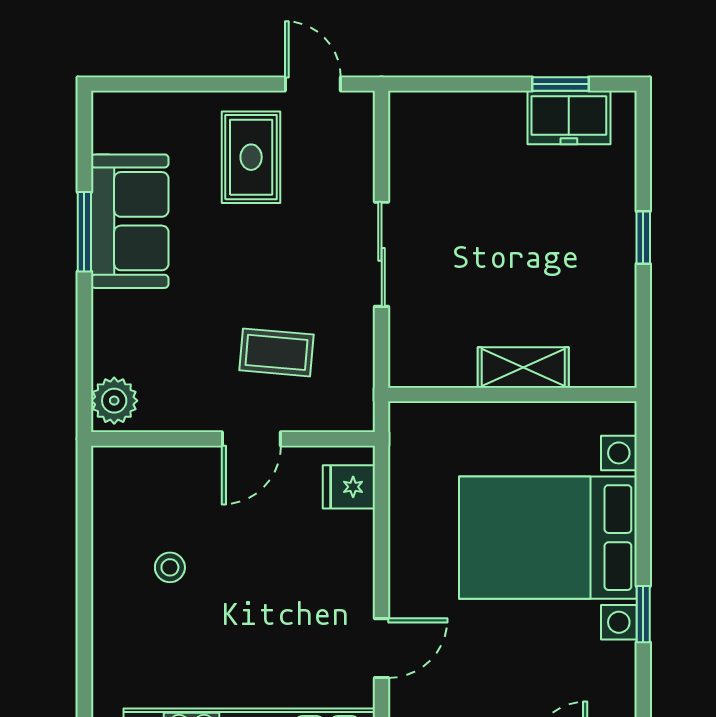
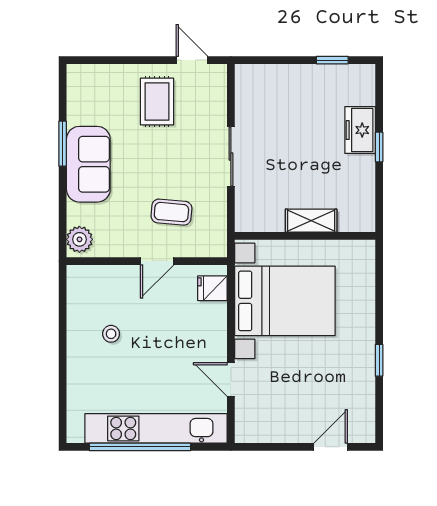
freezer: (569, 118) -> (360, 130), moved, turned 90
sofa: (130, 221) -> (88, 164), moved
bed with nightstands: (548, 538) -> (285, 301), moved, turned 180
door: (382, 648) -> (231, 380), swing flipped

